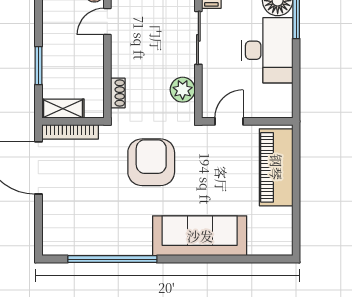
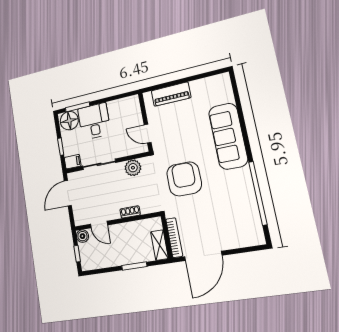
desk: (267, 50) -> (94, 121), width x0.73
shoe rack: (118, 93) -> (130, 212), moved
armchair: (151, 162) -> (184, 179), turned 90
piano: (276, 167) -> (171, 94), width x0.73, depth x0.75

